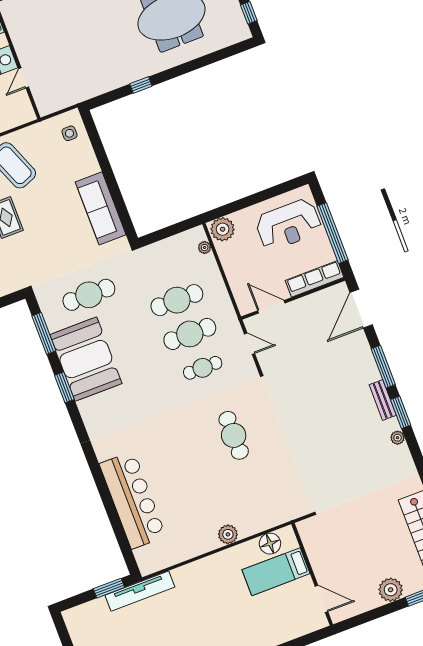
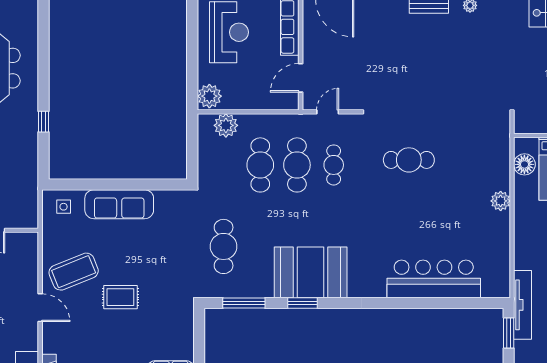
sofa: (101, 208) -> (119, 204), moved
plant: (205, 248) -> (226, 125), width x1.88, depth x1.88
booth: (86, 359) -> (311, 272), moved

